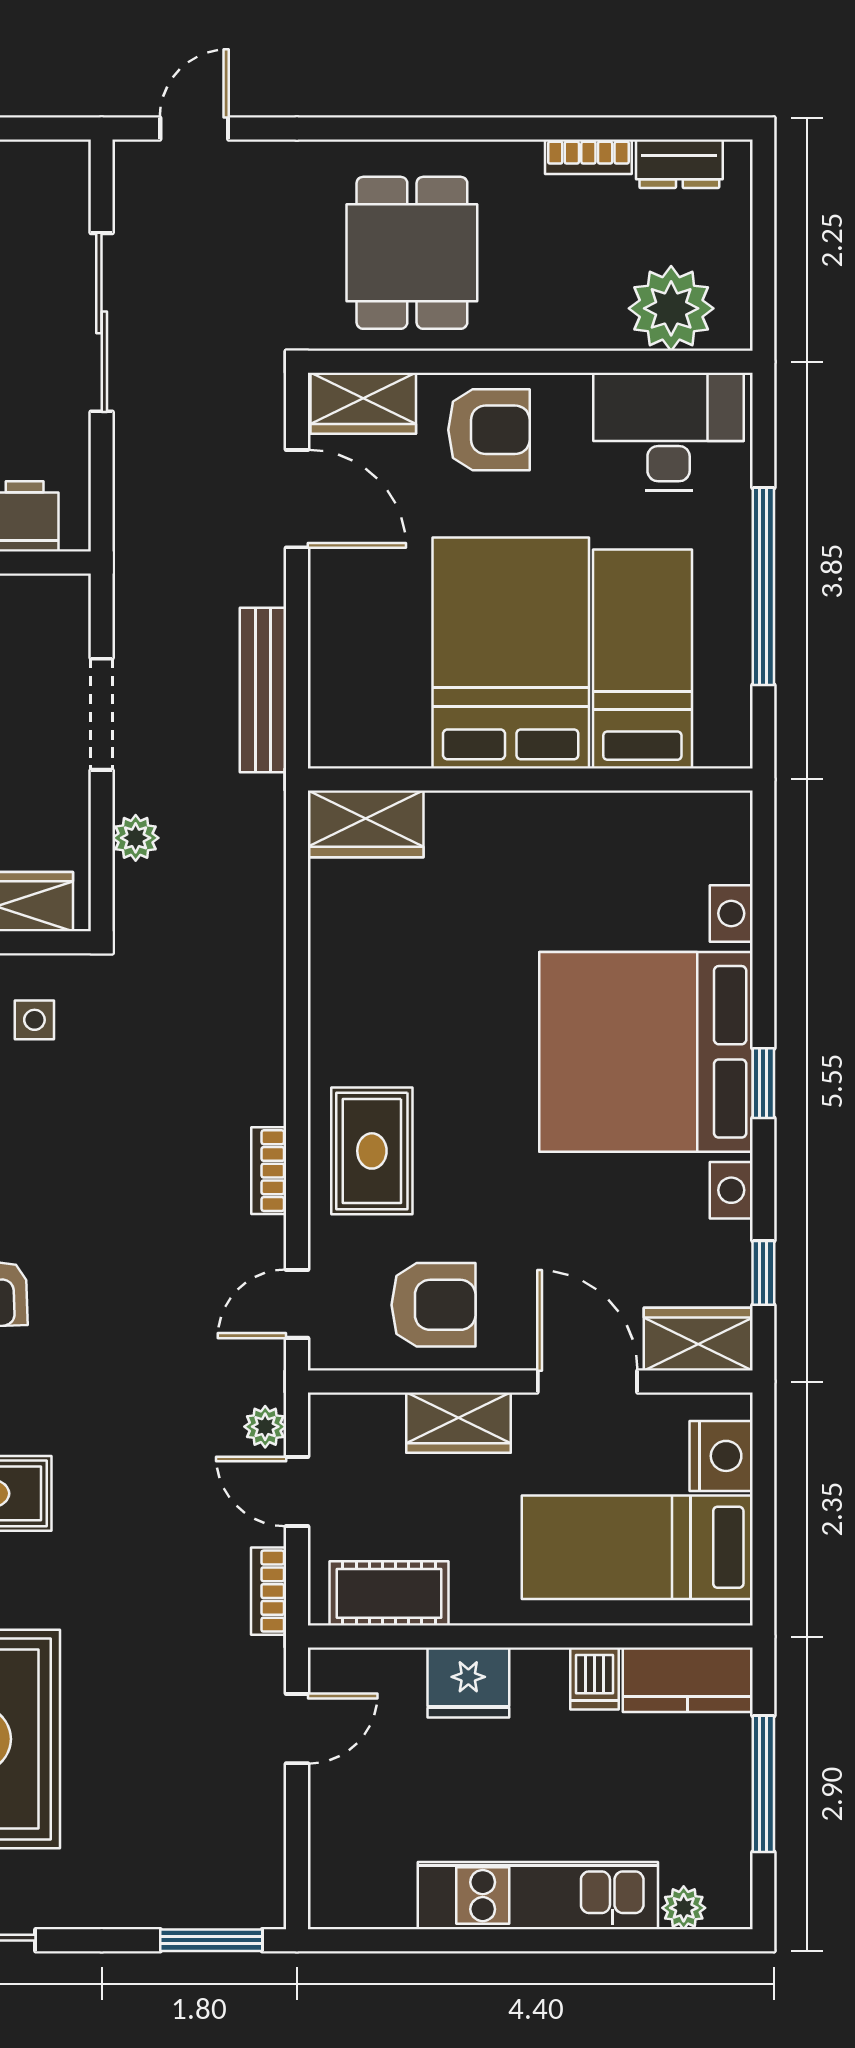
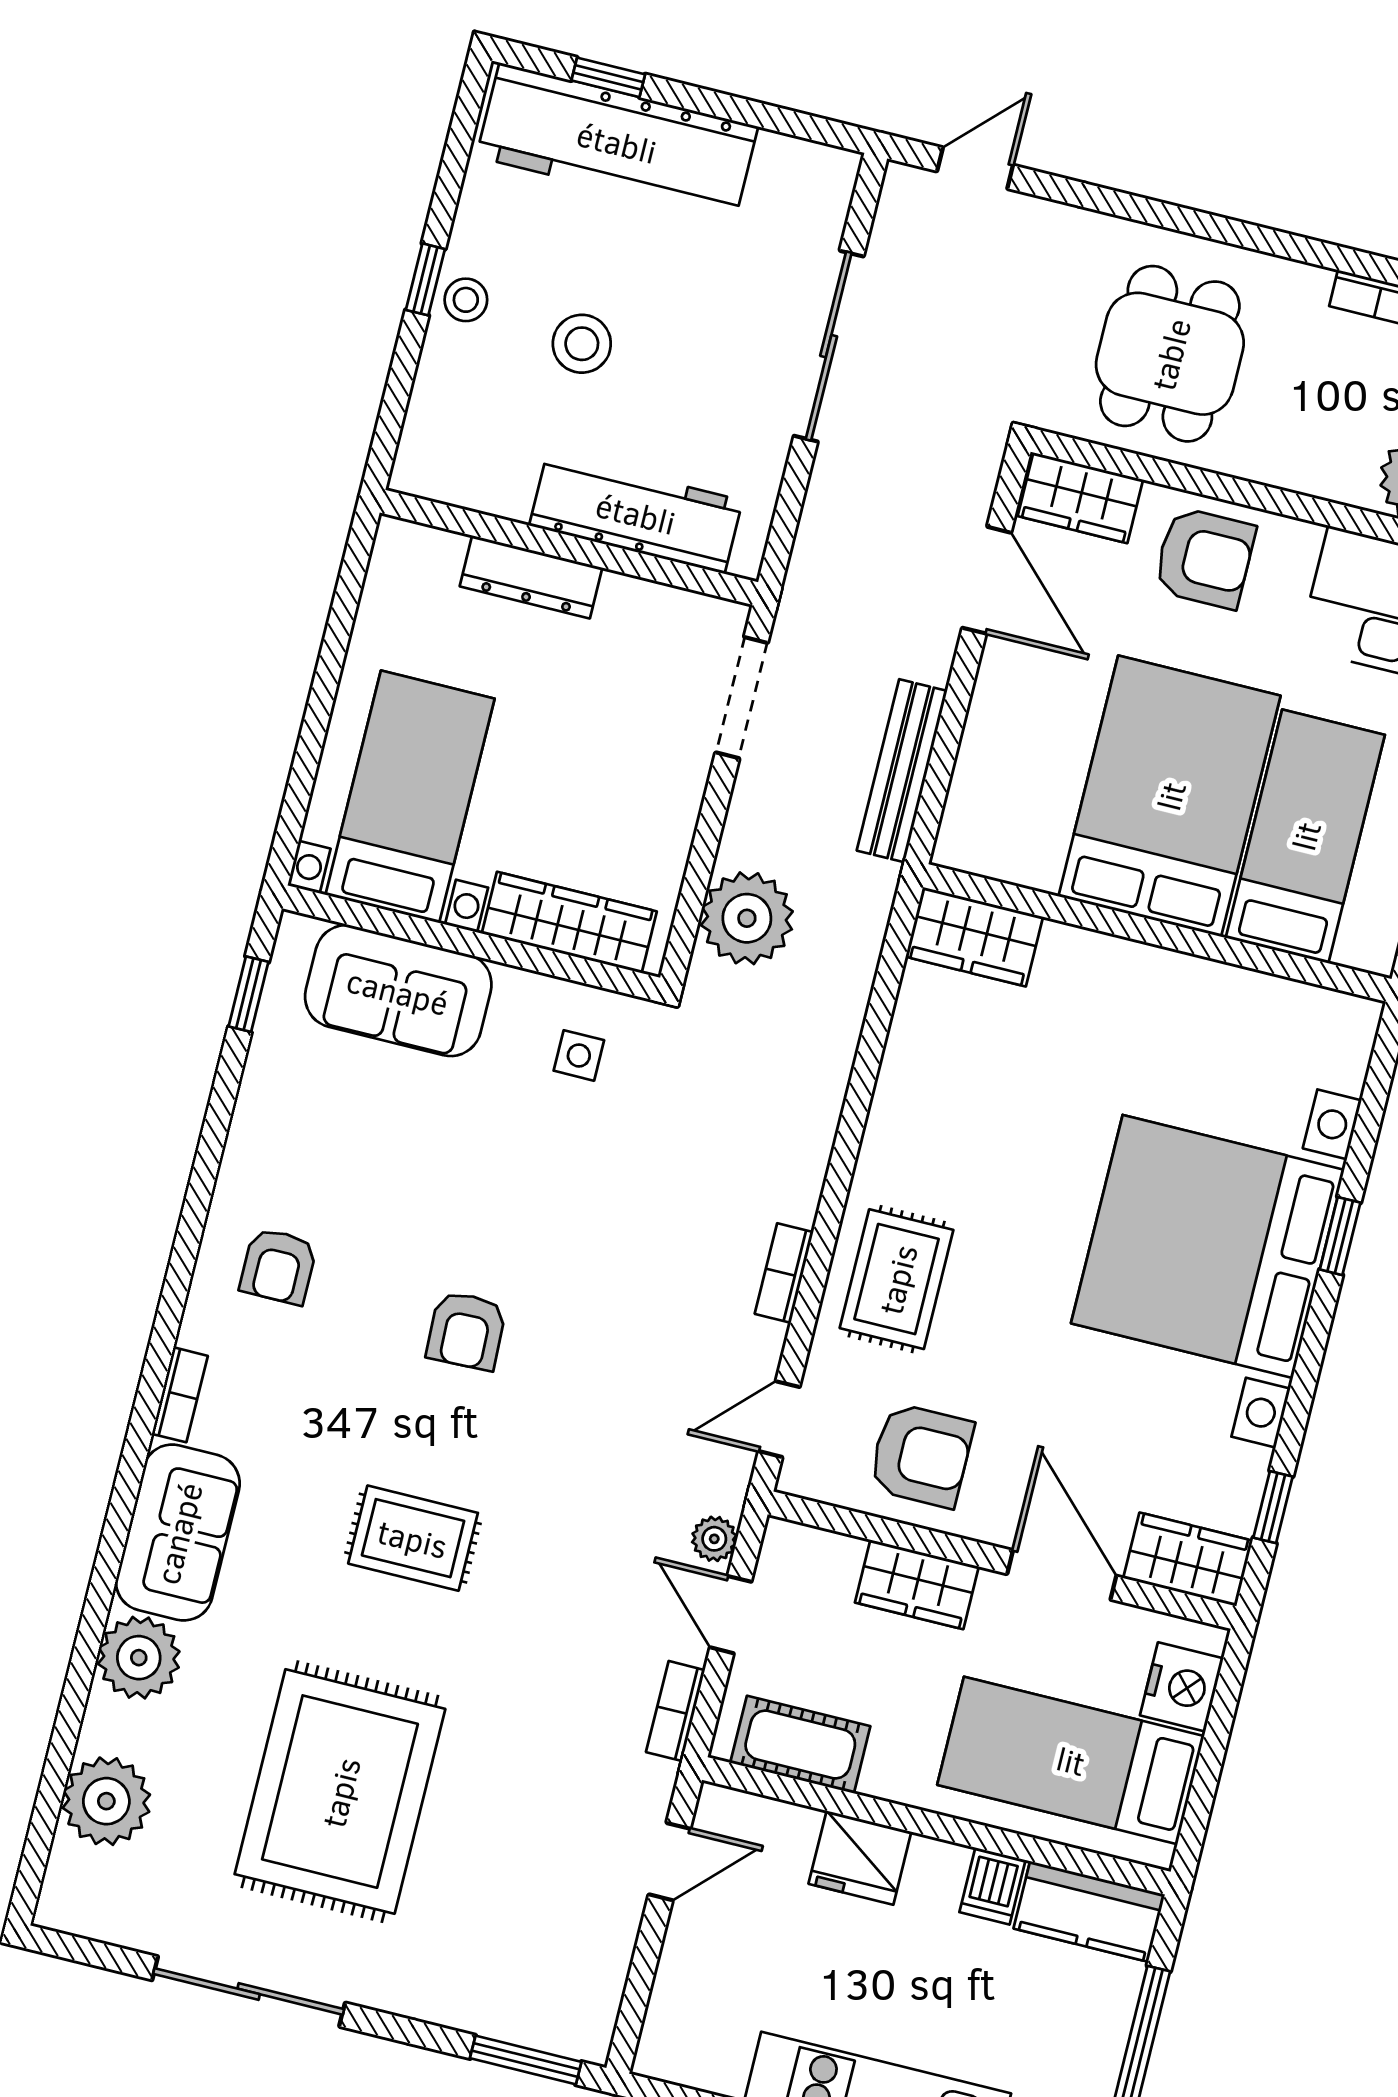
doorway: (102, 714) -> (742, 698), moved
plant: (136, 838) -> (747, 918), width x1.87, depth x1.87
window: (763, 1083) -> (1340, 1236), moved

